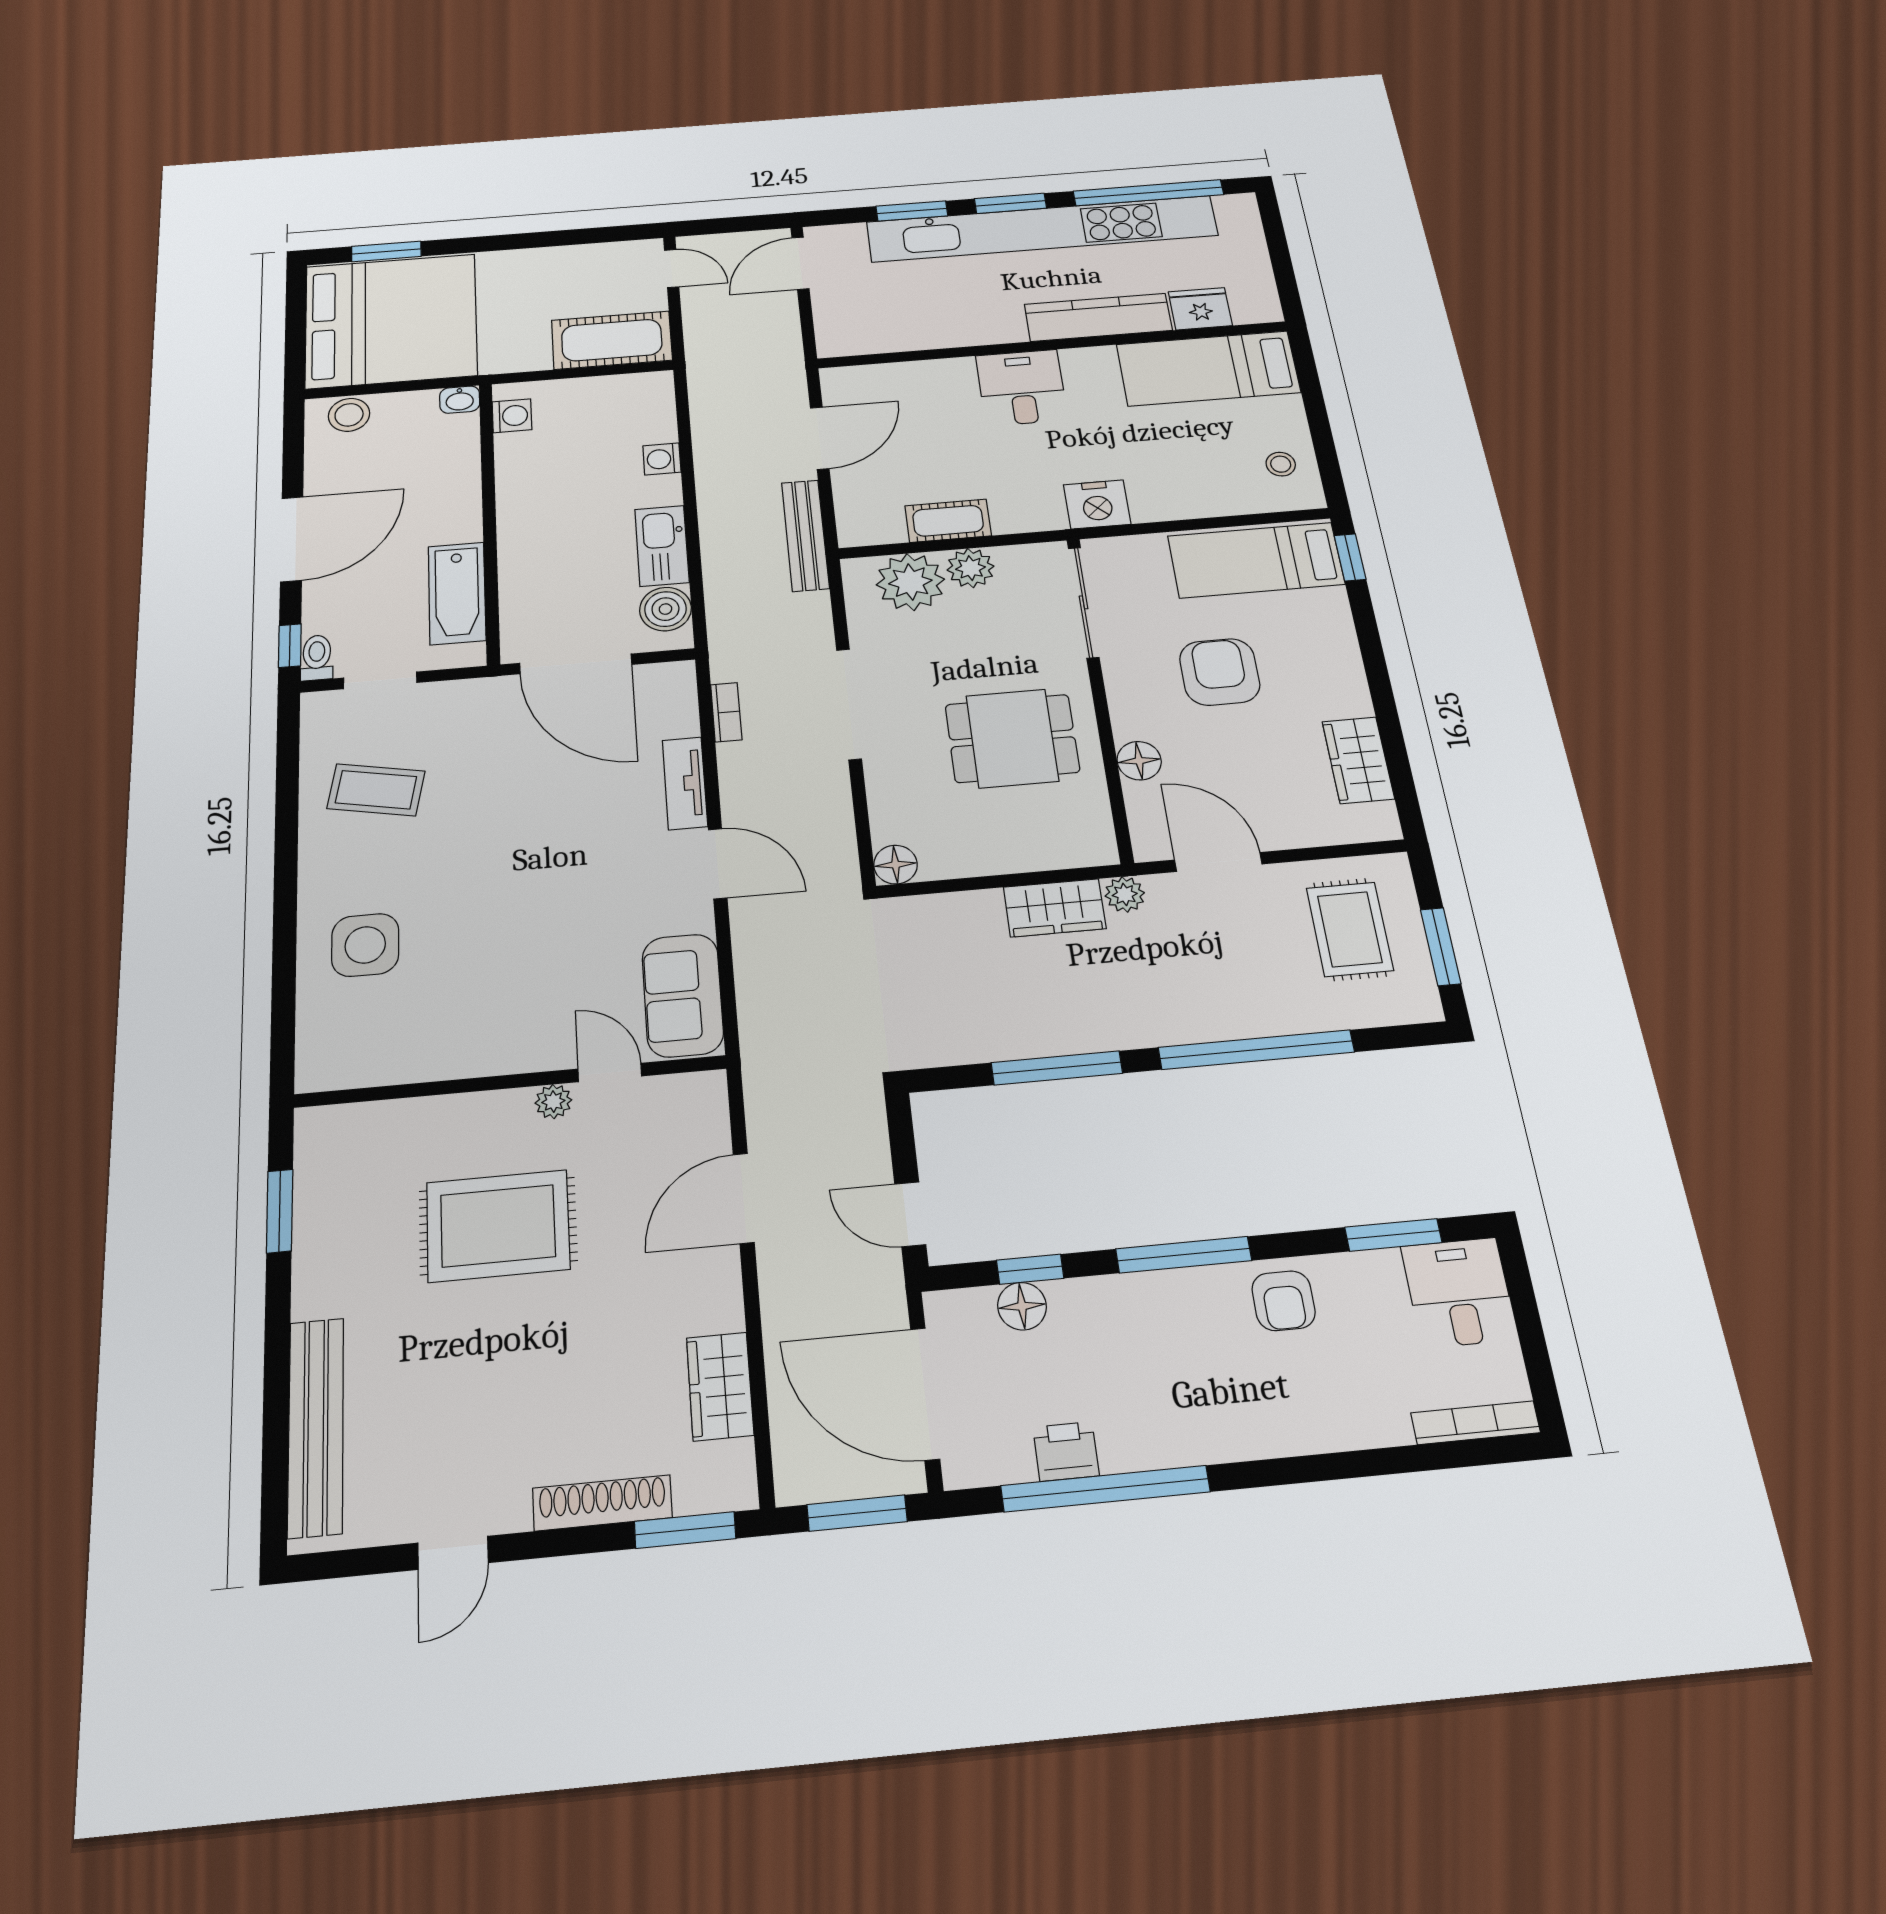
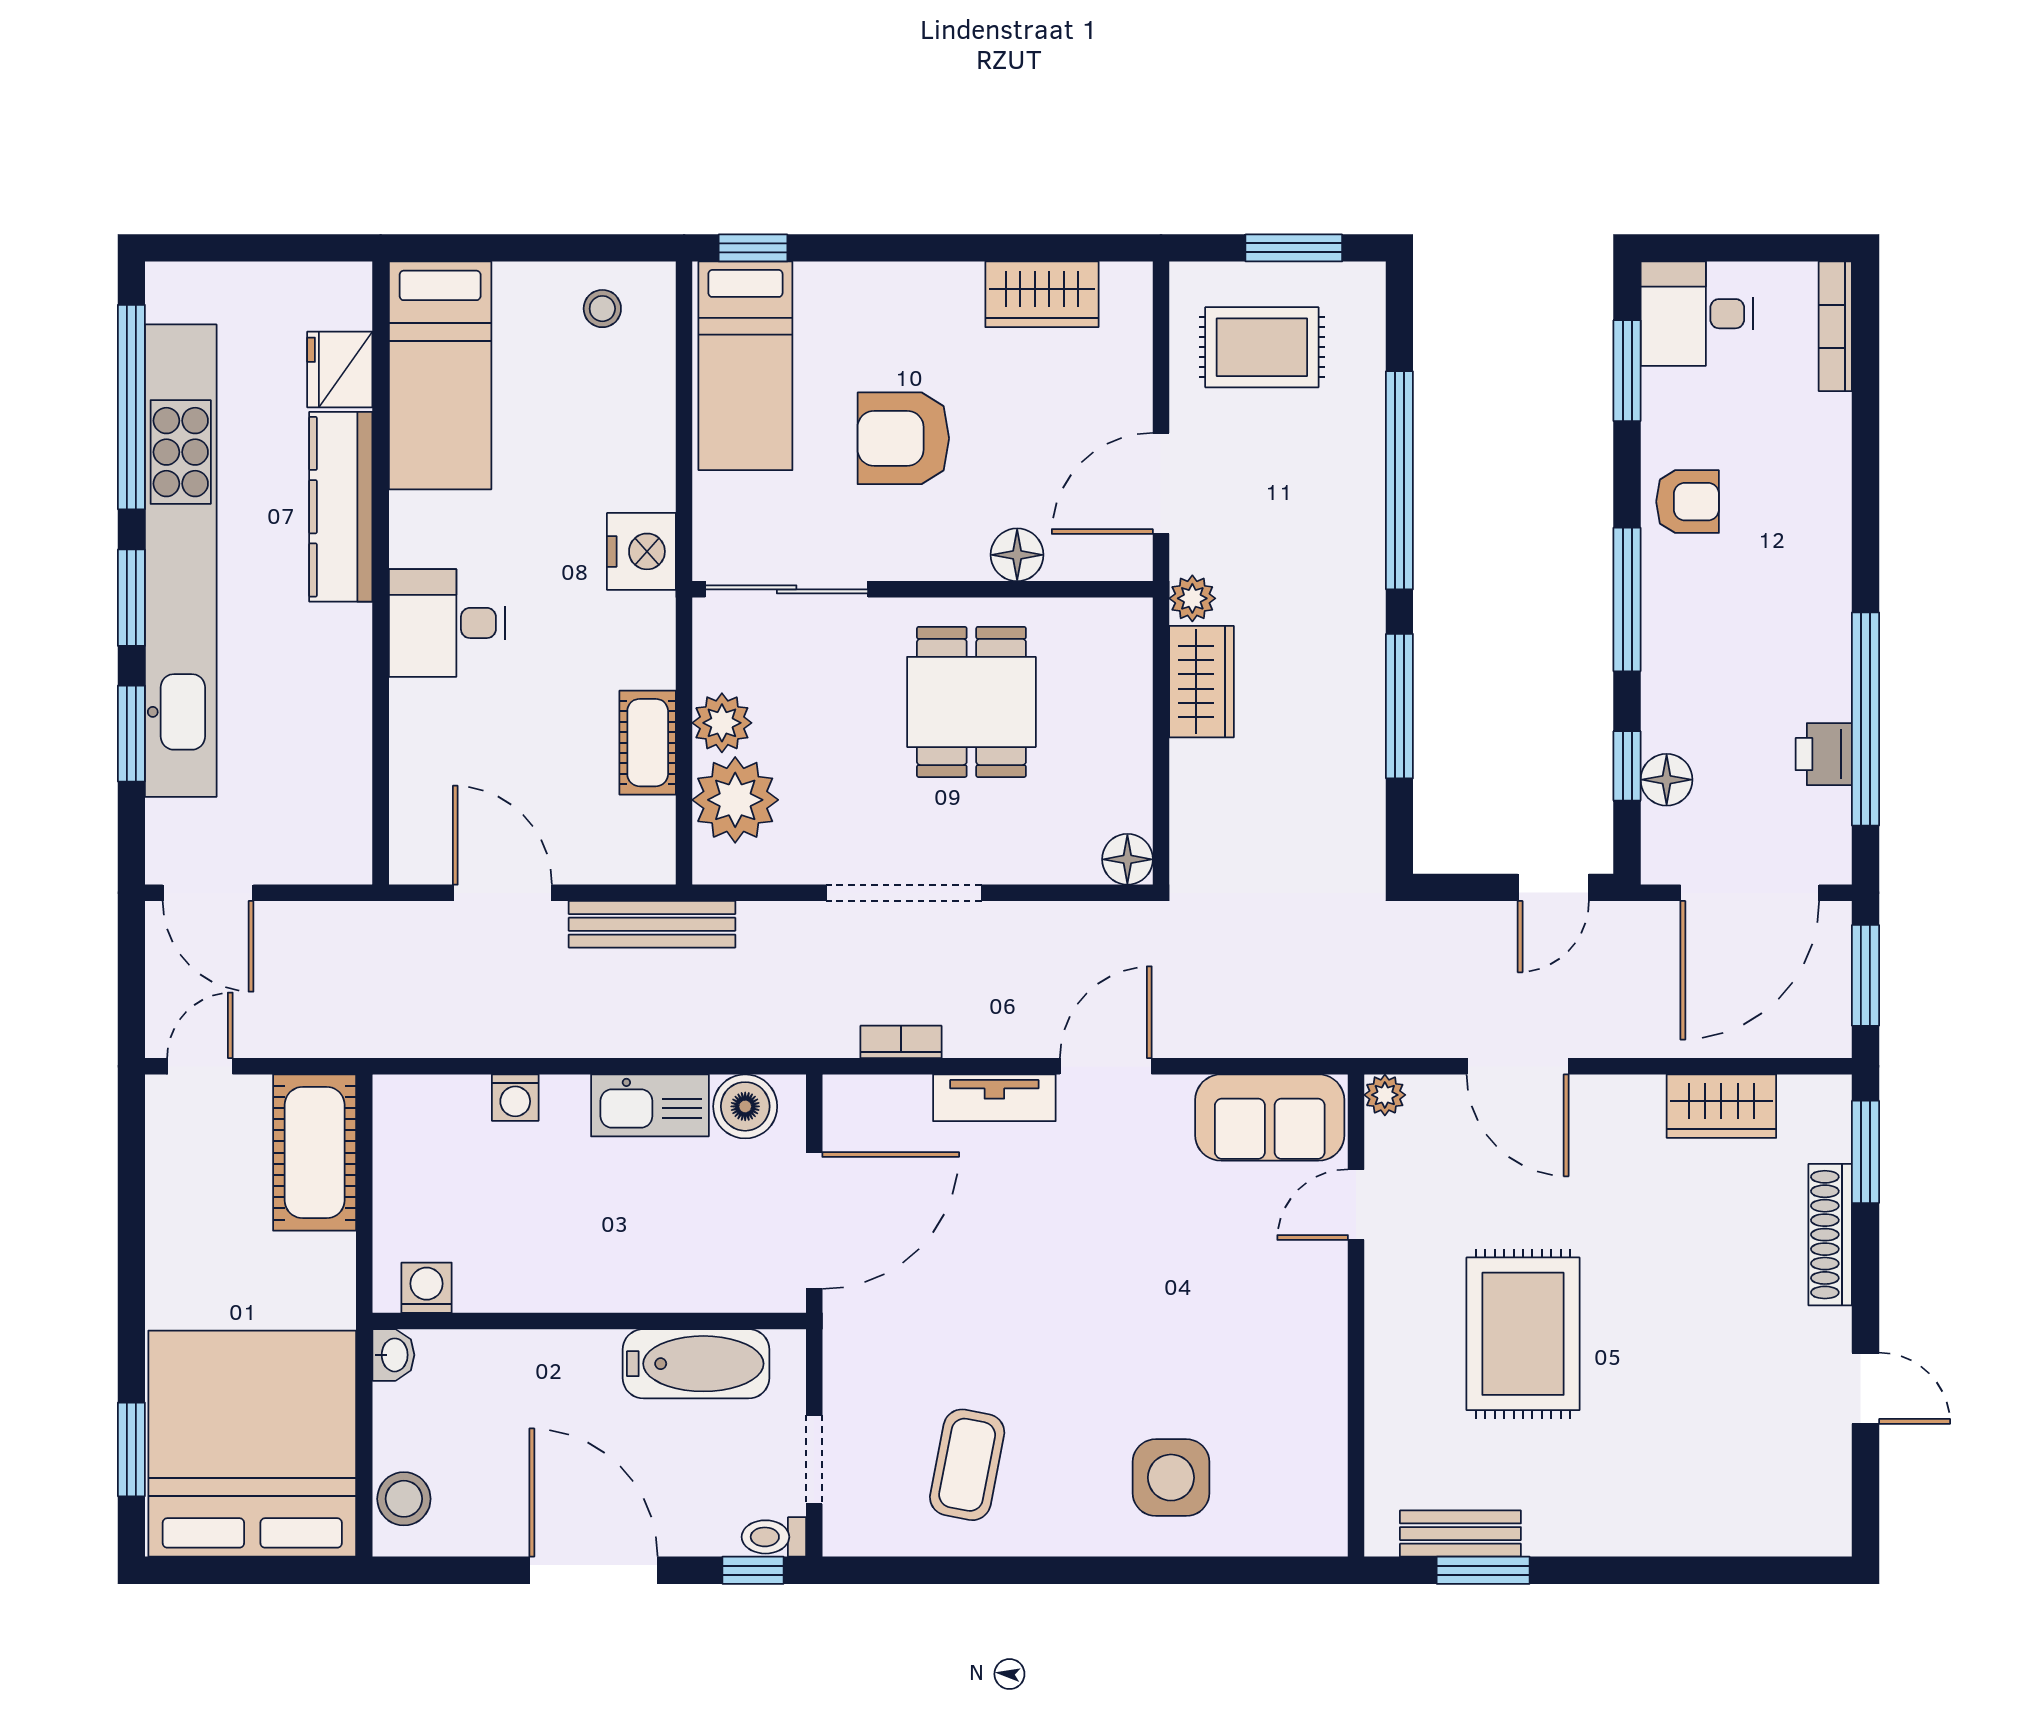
plant: (553, 1102) -> (1385, 1095), moved
bench: (316, 1427) -> (1460, 1534), moved, width x0.54, depth x0.82

